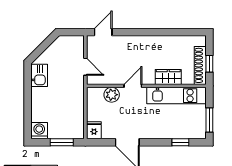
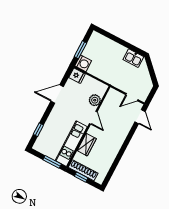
door: (85, 67) -> (132, 97), moved
window: (209, 120) -> (52, 162), moved
washing machine: (39, 131) -> (83, 63), moved

